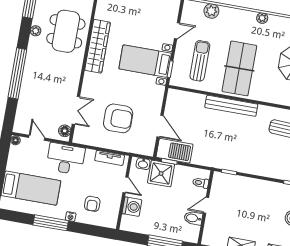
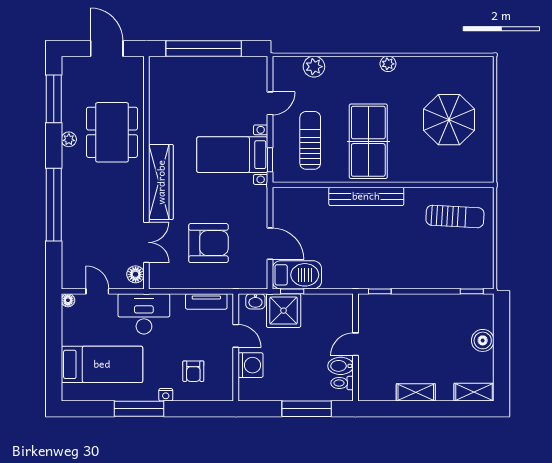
wardrobe: (98, 46) -> (161, 182), moved
toilet: (201, 183) -> (342, 383), moved

